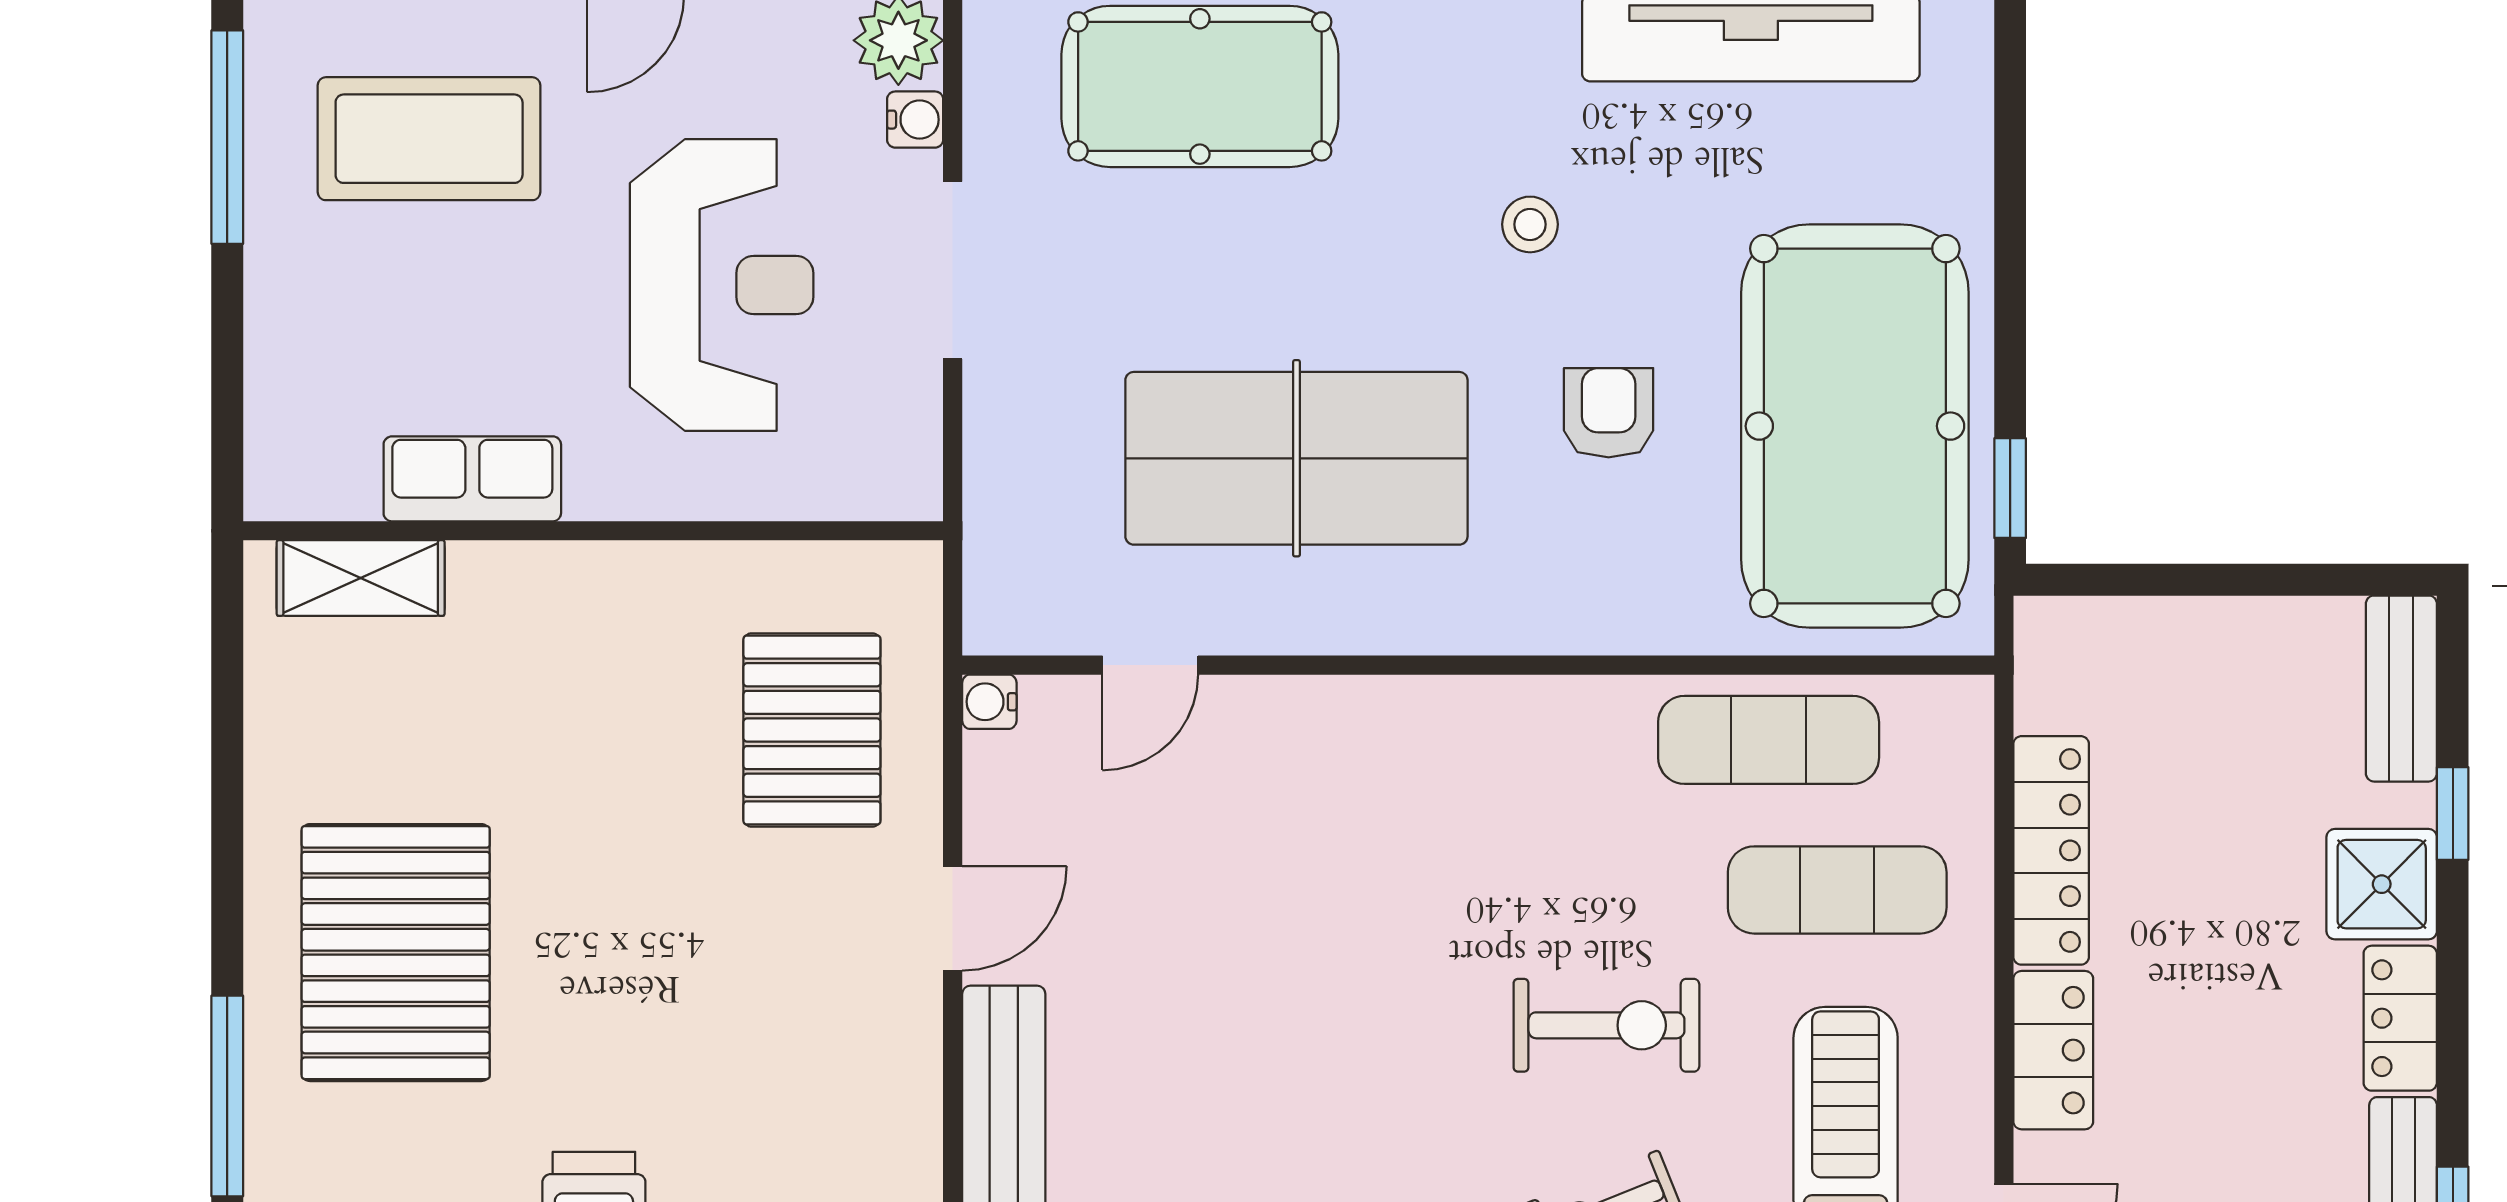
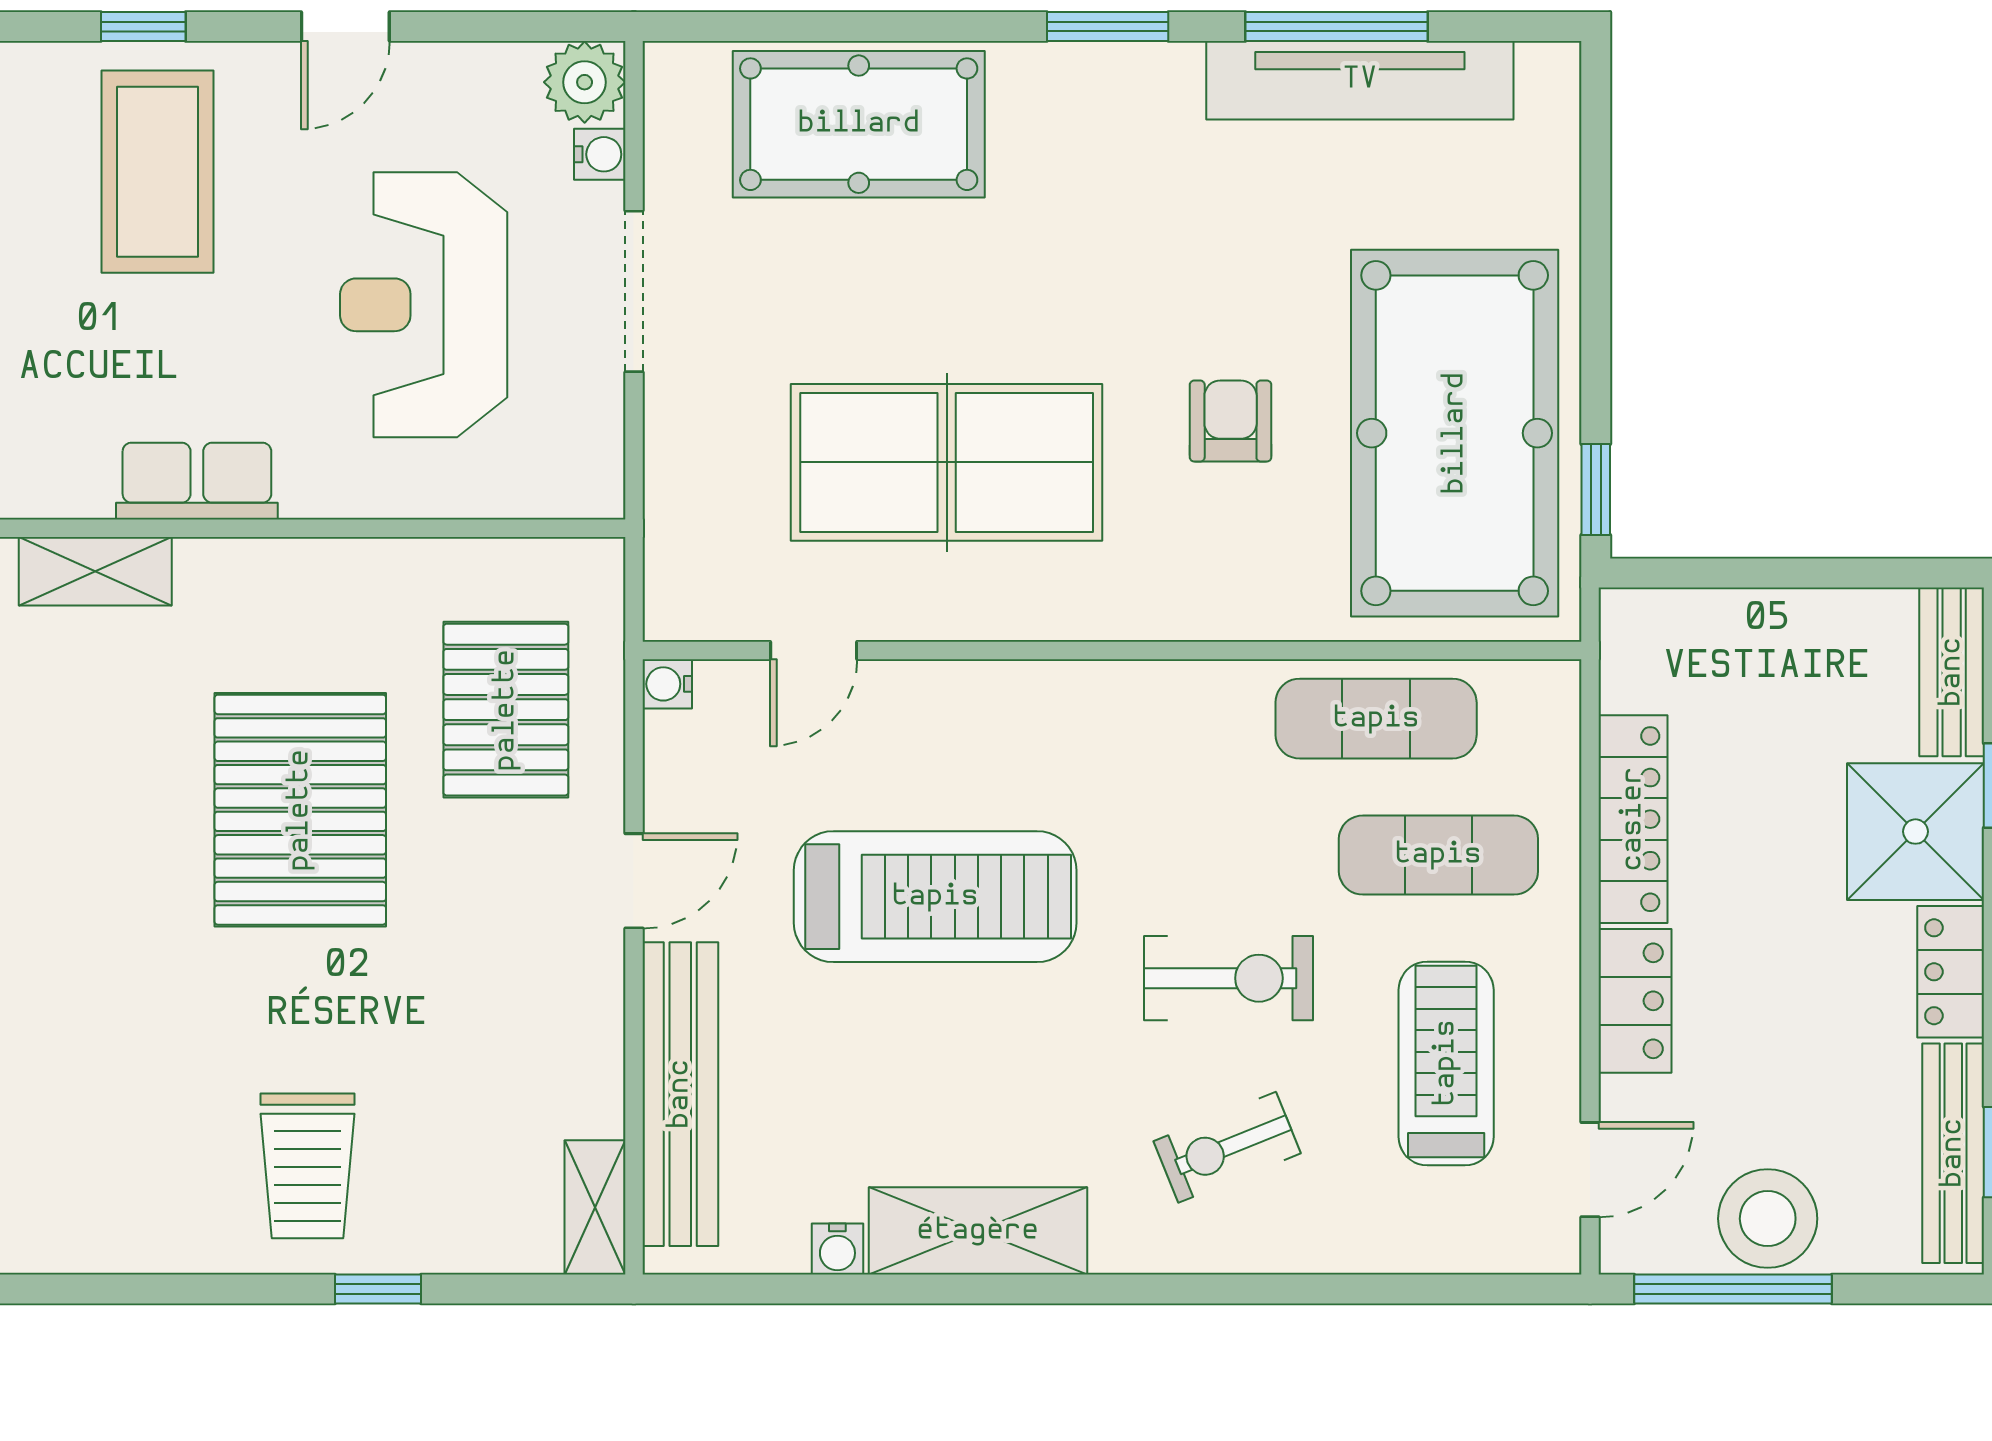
coffee table: (429, 139) -> (158, 172), turned 90
stool: (1530, 224) -> (1159, 250), removed
reception desk: (722, 285) -> (424, 305), turned 180
shower: (2382, 884) -> (1915, 832), width x1.36, depth x1.36
treadmill: (1284, 936) -> (935, 897), added
pallet: (396, 953) -> (300, 810), moved

